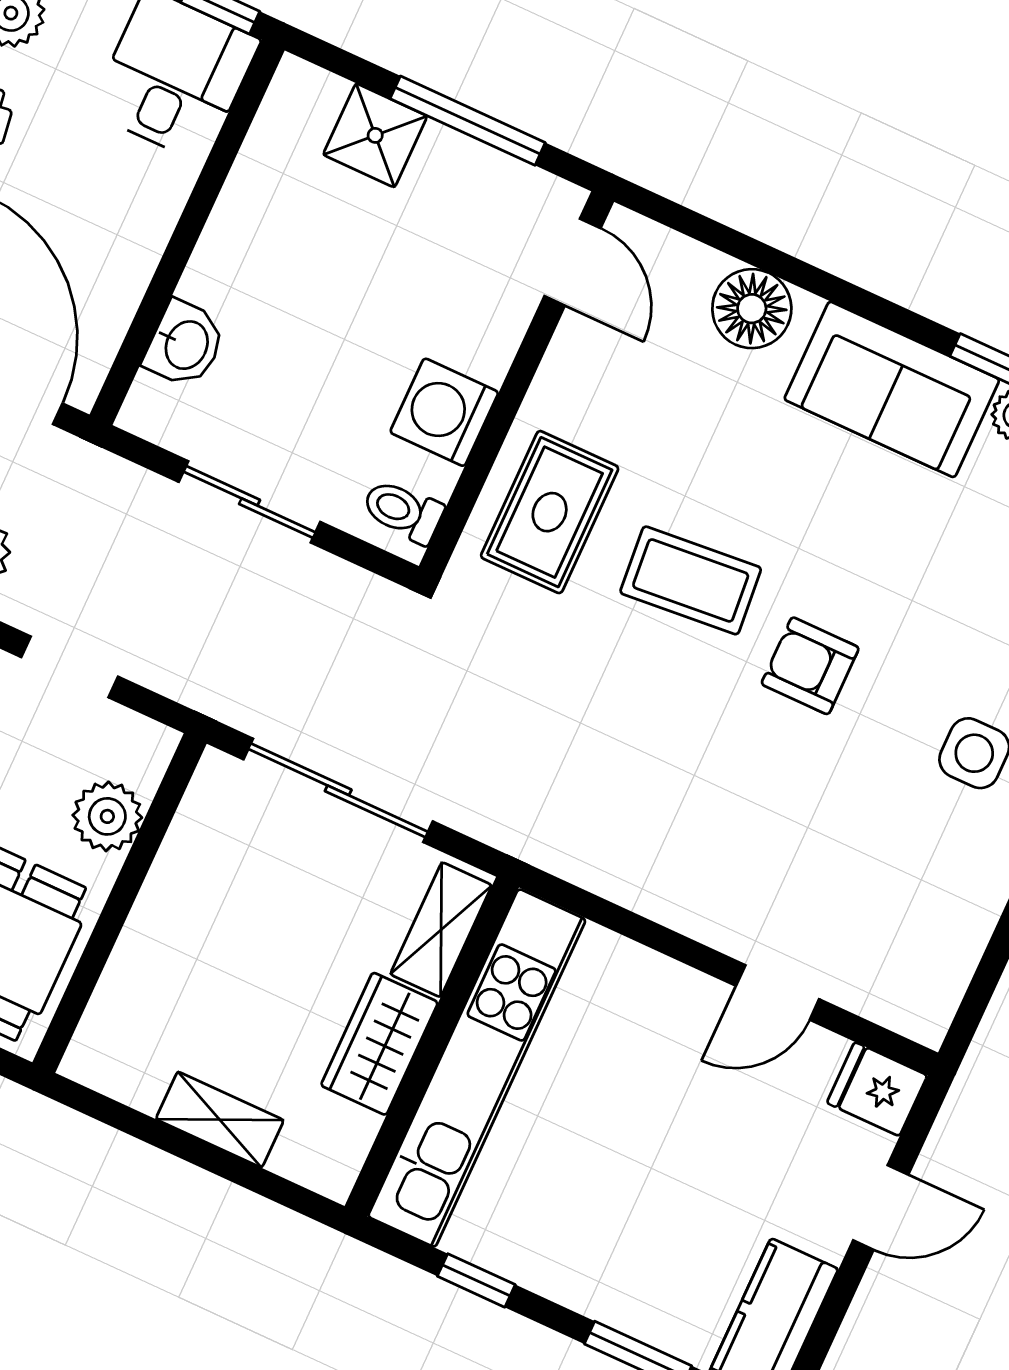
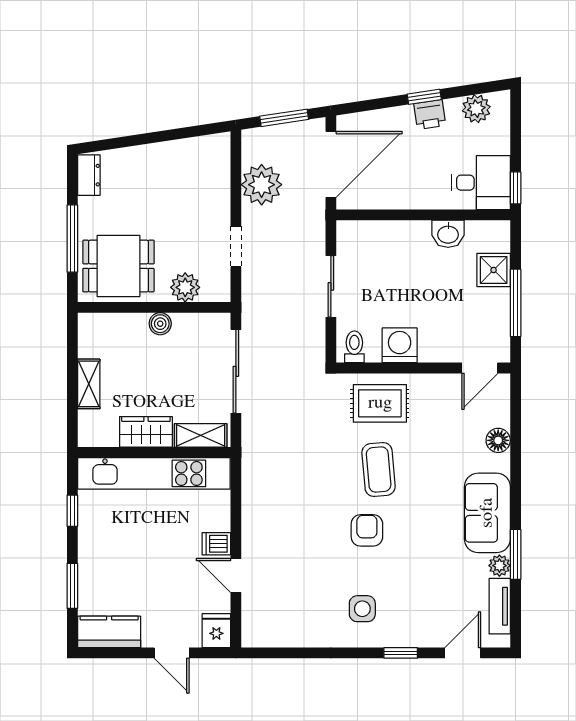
floor lamp: (752, 309) -> (498, 440), width x0.73, depth x0.73
washbasin: (185, 344) -> (448, 234), moved
boiler: (161, 906) -> (160, 324), added
dishwasher: (690, 1003) -> (216, 544), added

